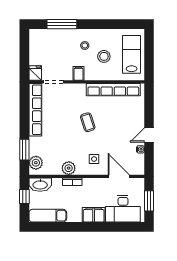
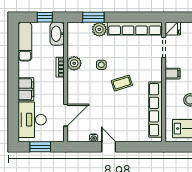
side table: (94, 159) -> (101, 65), moved
plant: (36, 163) -> (99, 29), moved

